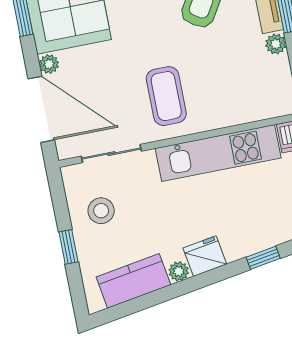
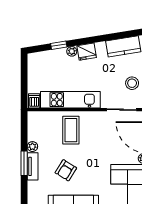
coffee table: (166, 96) -> (71, 130), moved
plant: (179, 271) -> (72, 51), moved

